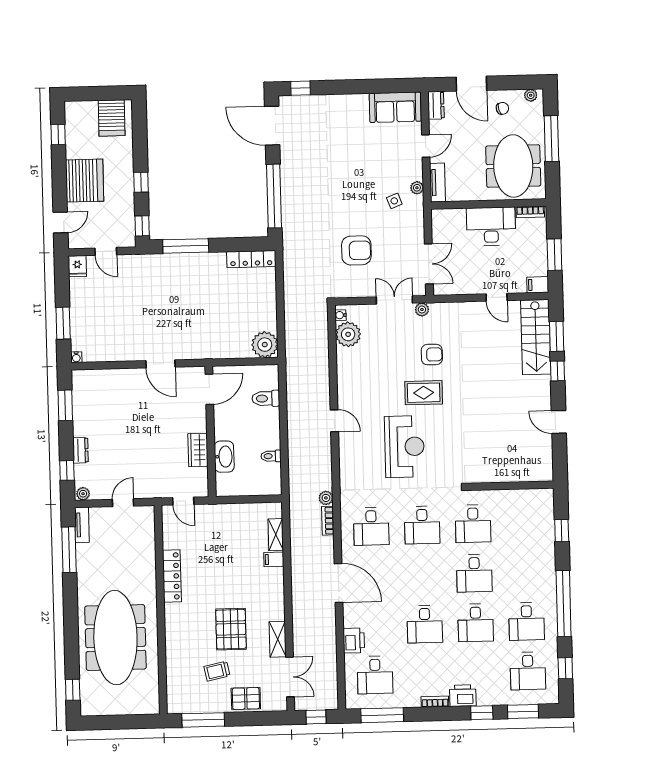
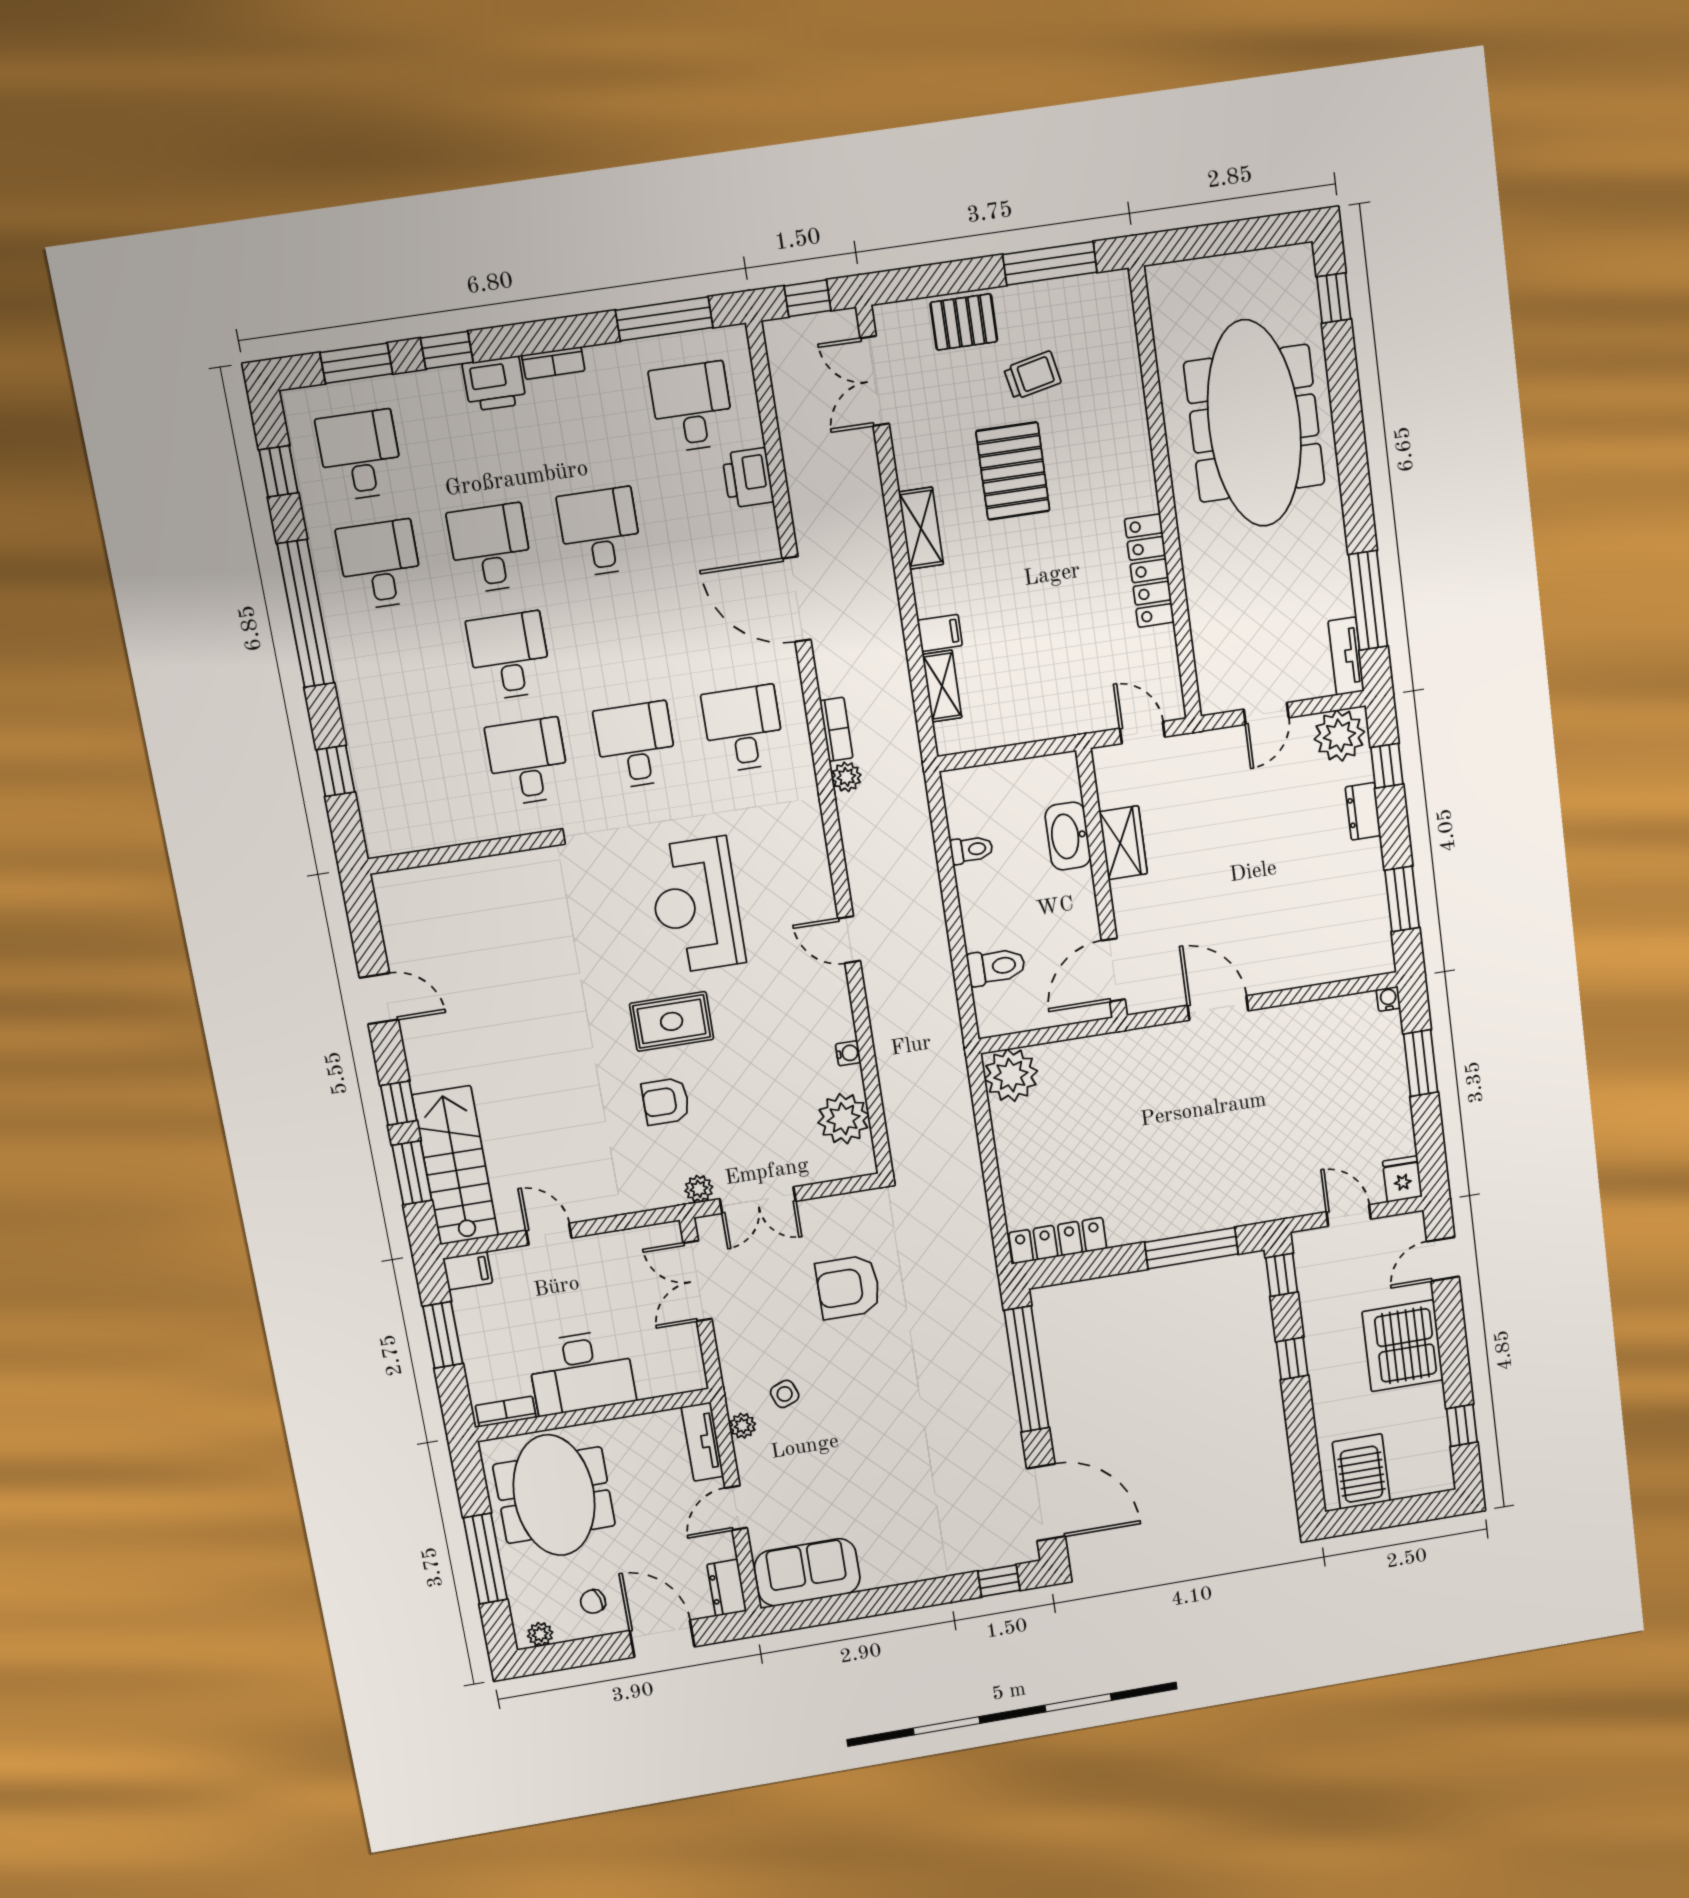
water cooler: (340, 315) -> (848, 1053), moved
plant: (83, 494) -> (1339, 736), width x1.88, depth x1.88
shelving: (278, 639) -> (921, 528), moved

